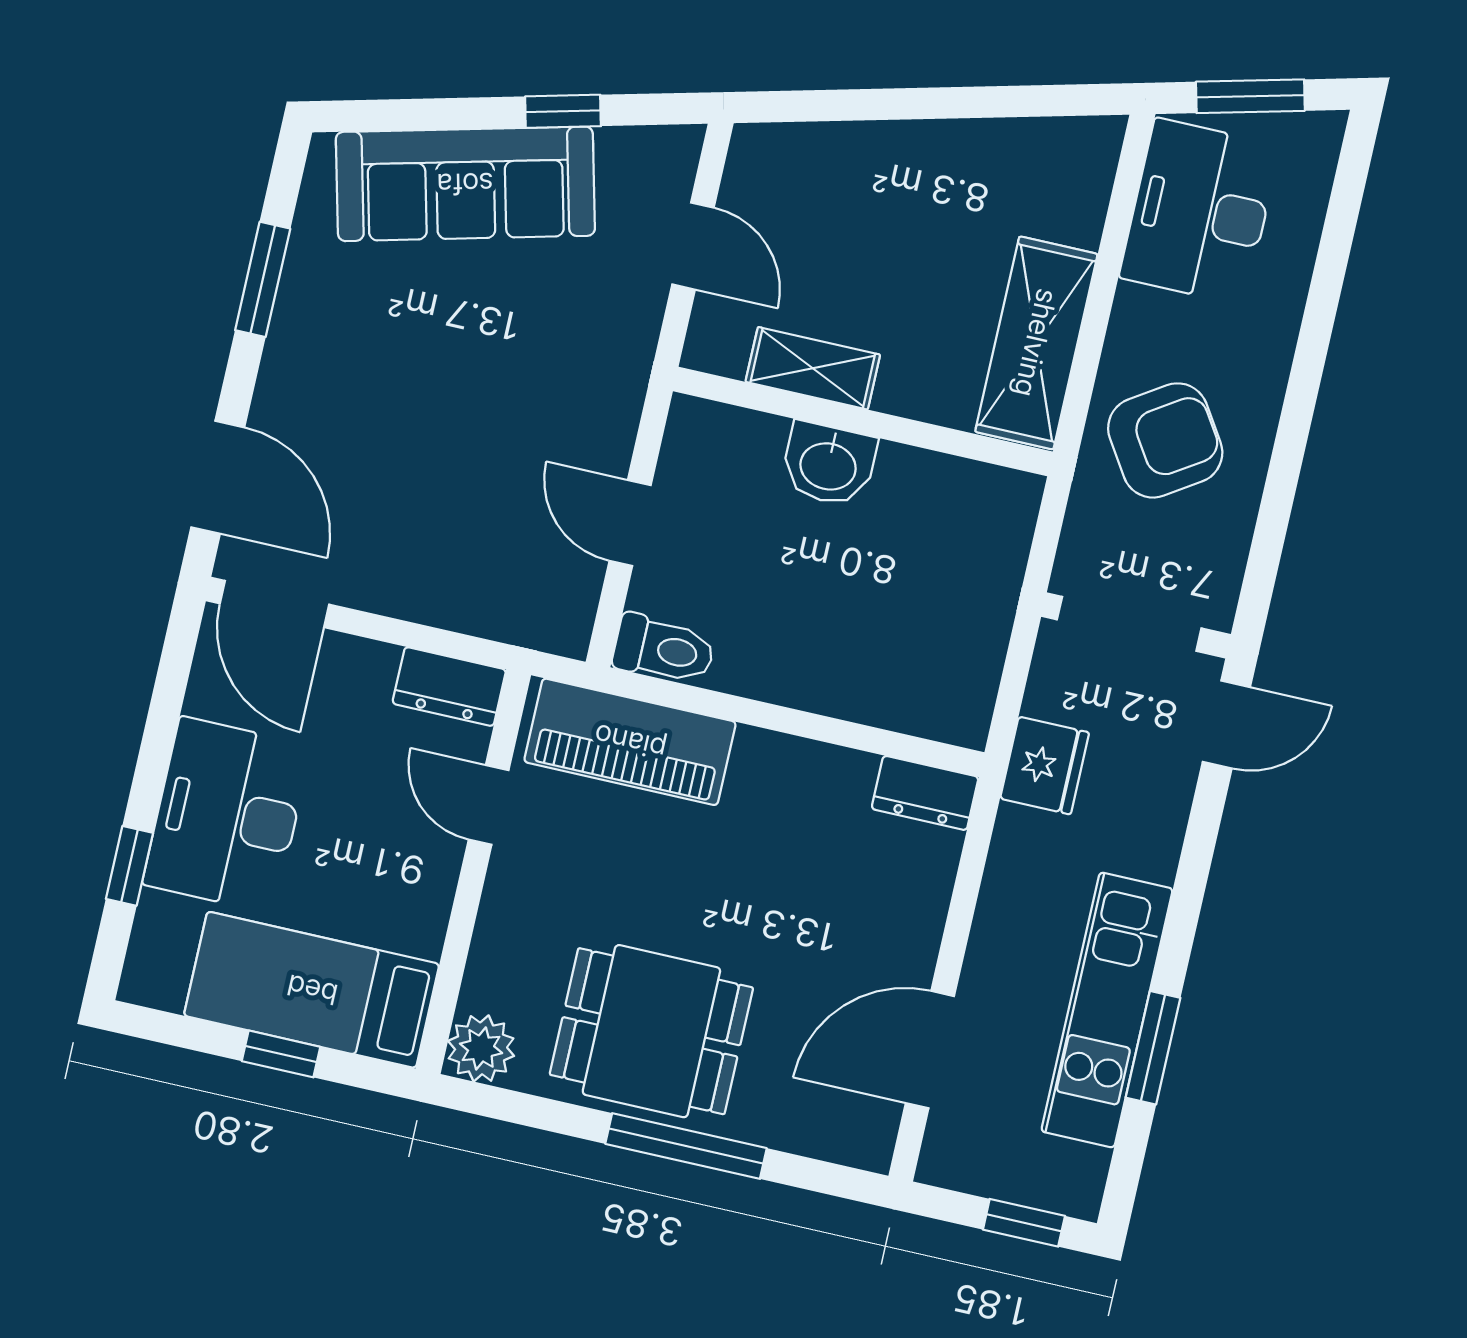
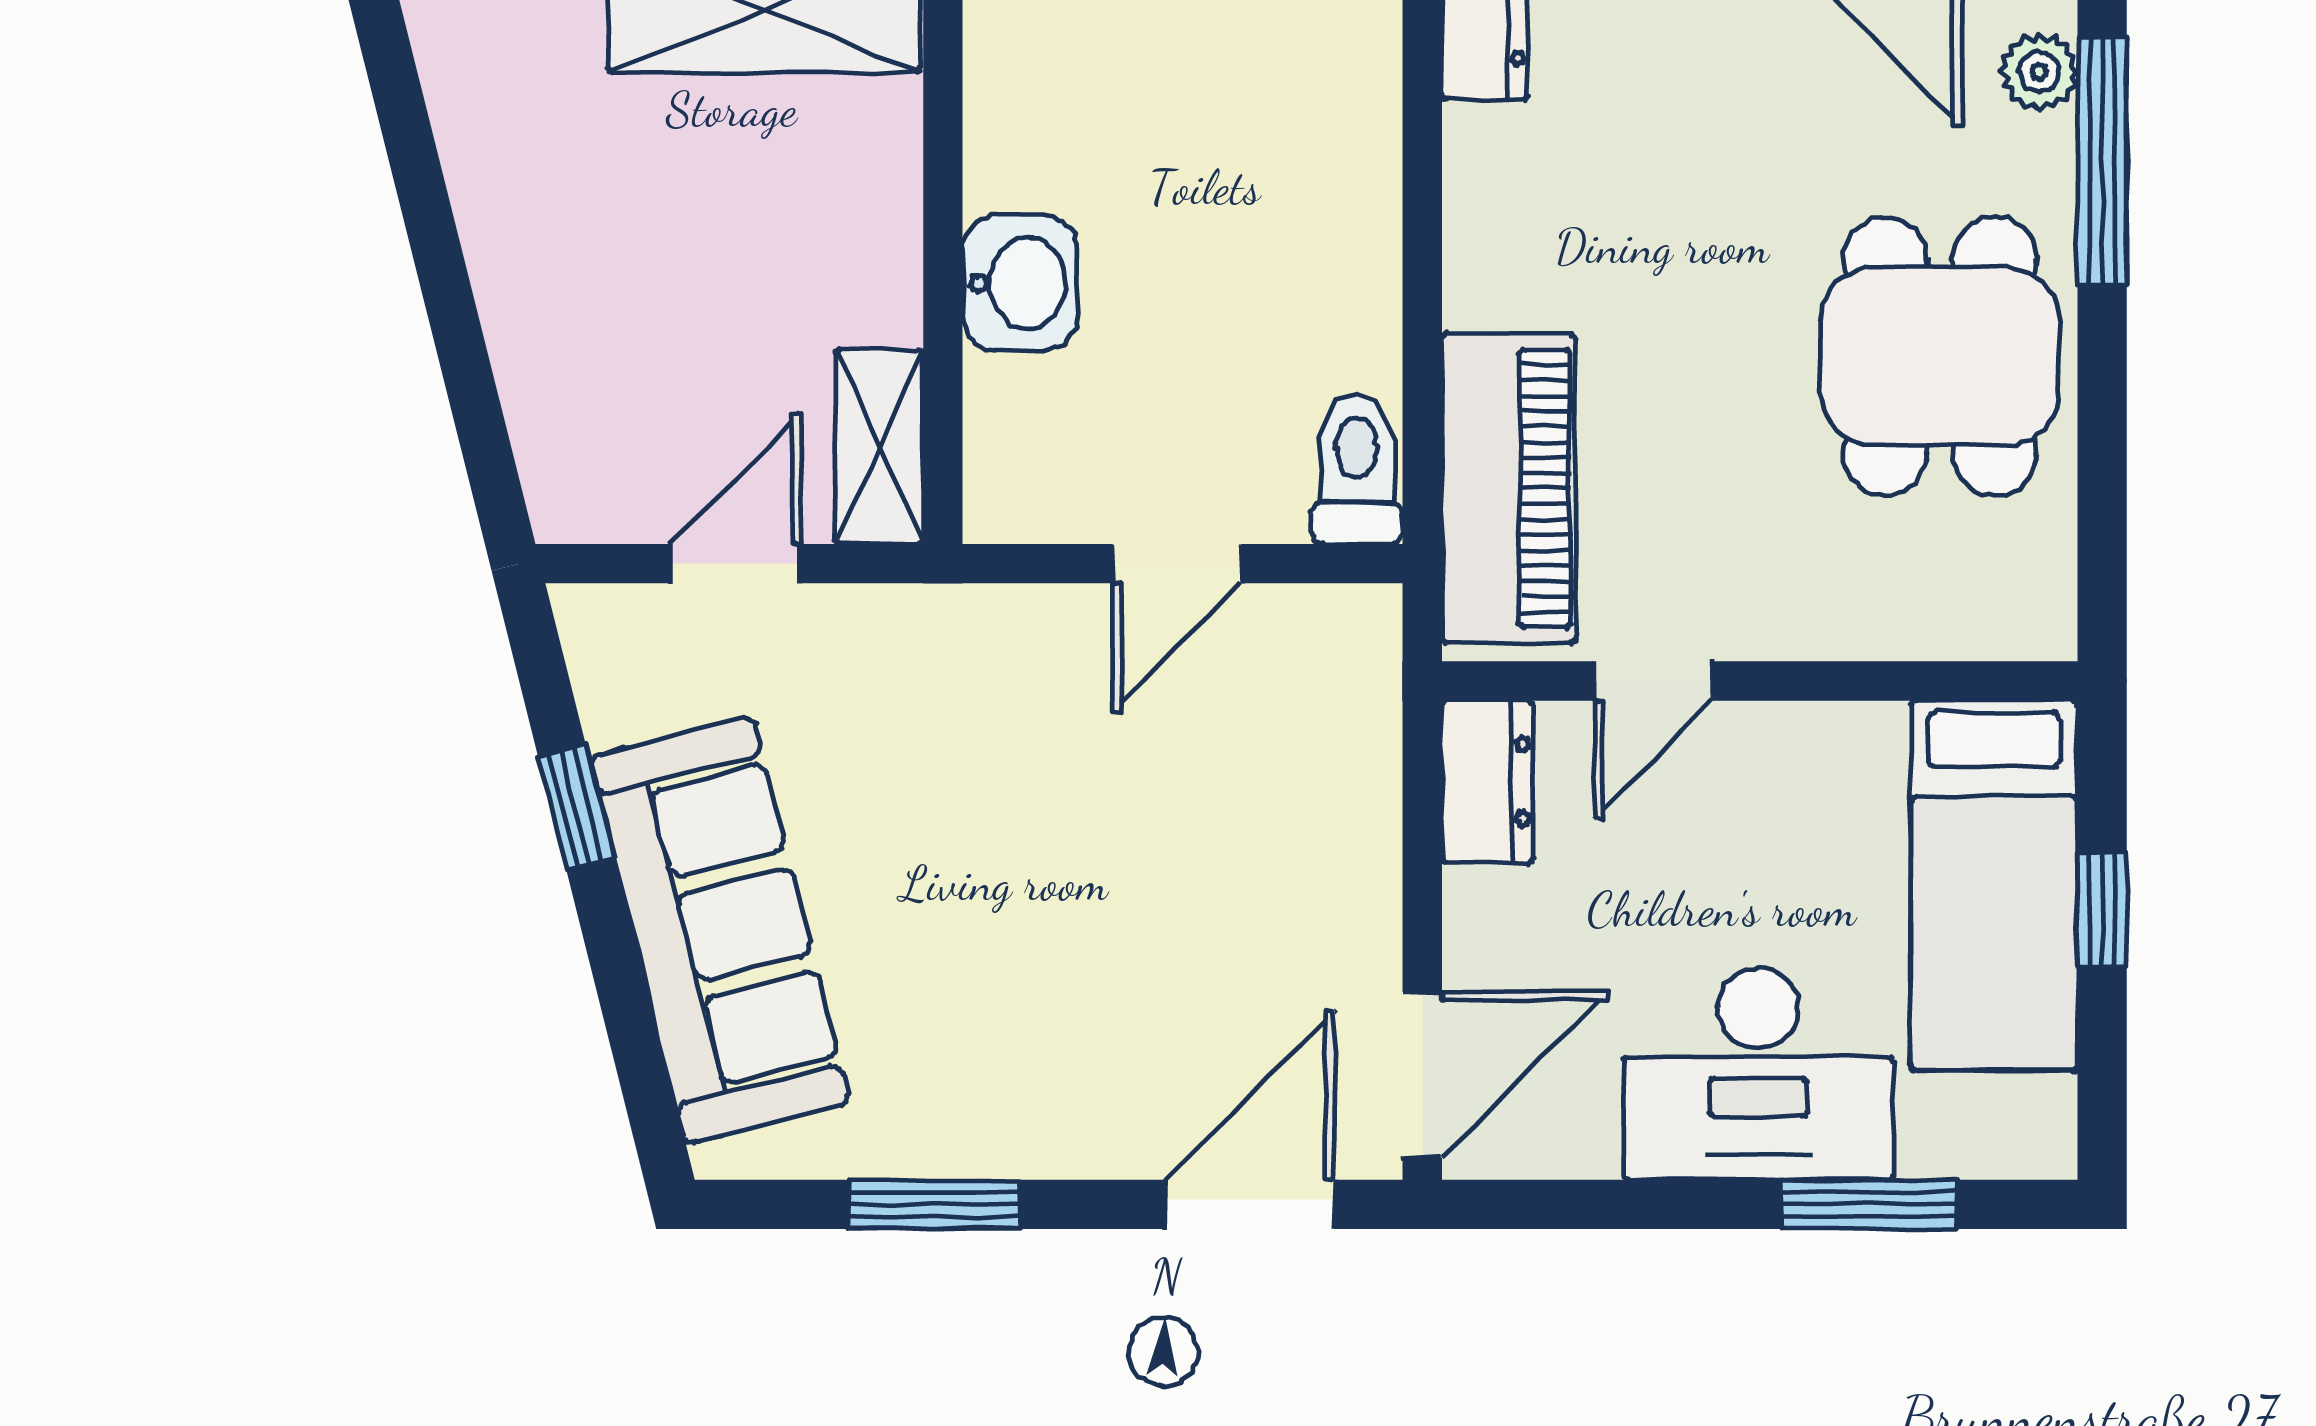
shelving: (813, 368) -> (879, 447), moved
window: (129, 866) -> (1869, 1204), width x1.50
plant: (481, 1048) -> (2039, 72), moved, width x0.73, depth x0.73
window: (686, 1146) -> (2102, 161), moved

